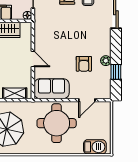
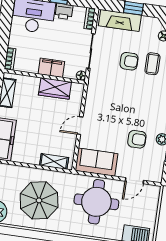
door: (33, 59) -> (80, 126), swing flipped
armchair: (84, 64) -> (137, 139), turned -90

